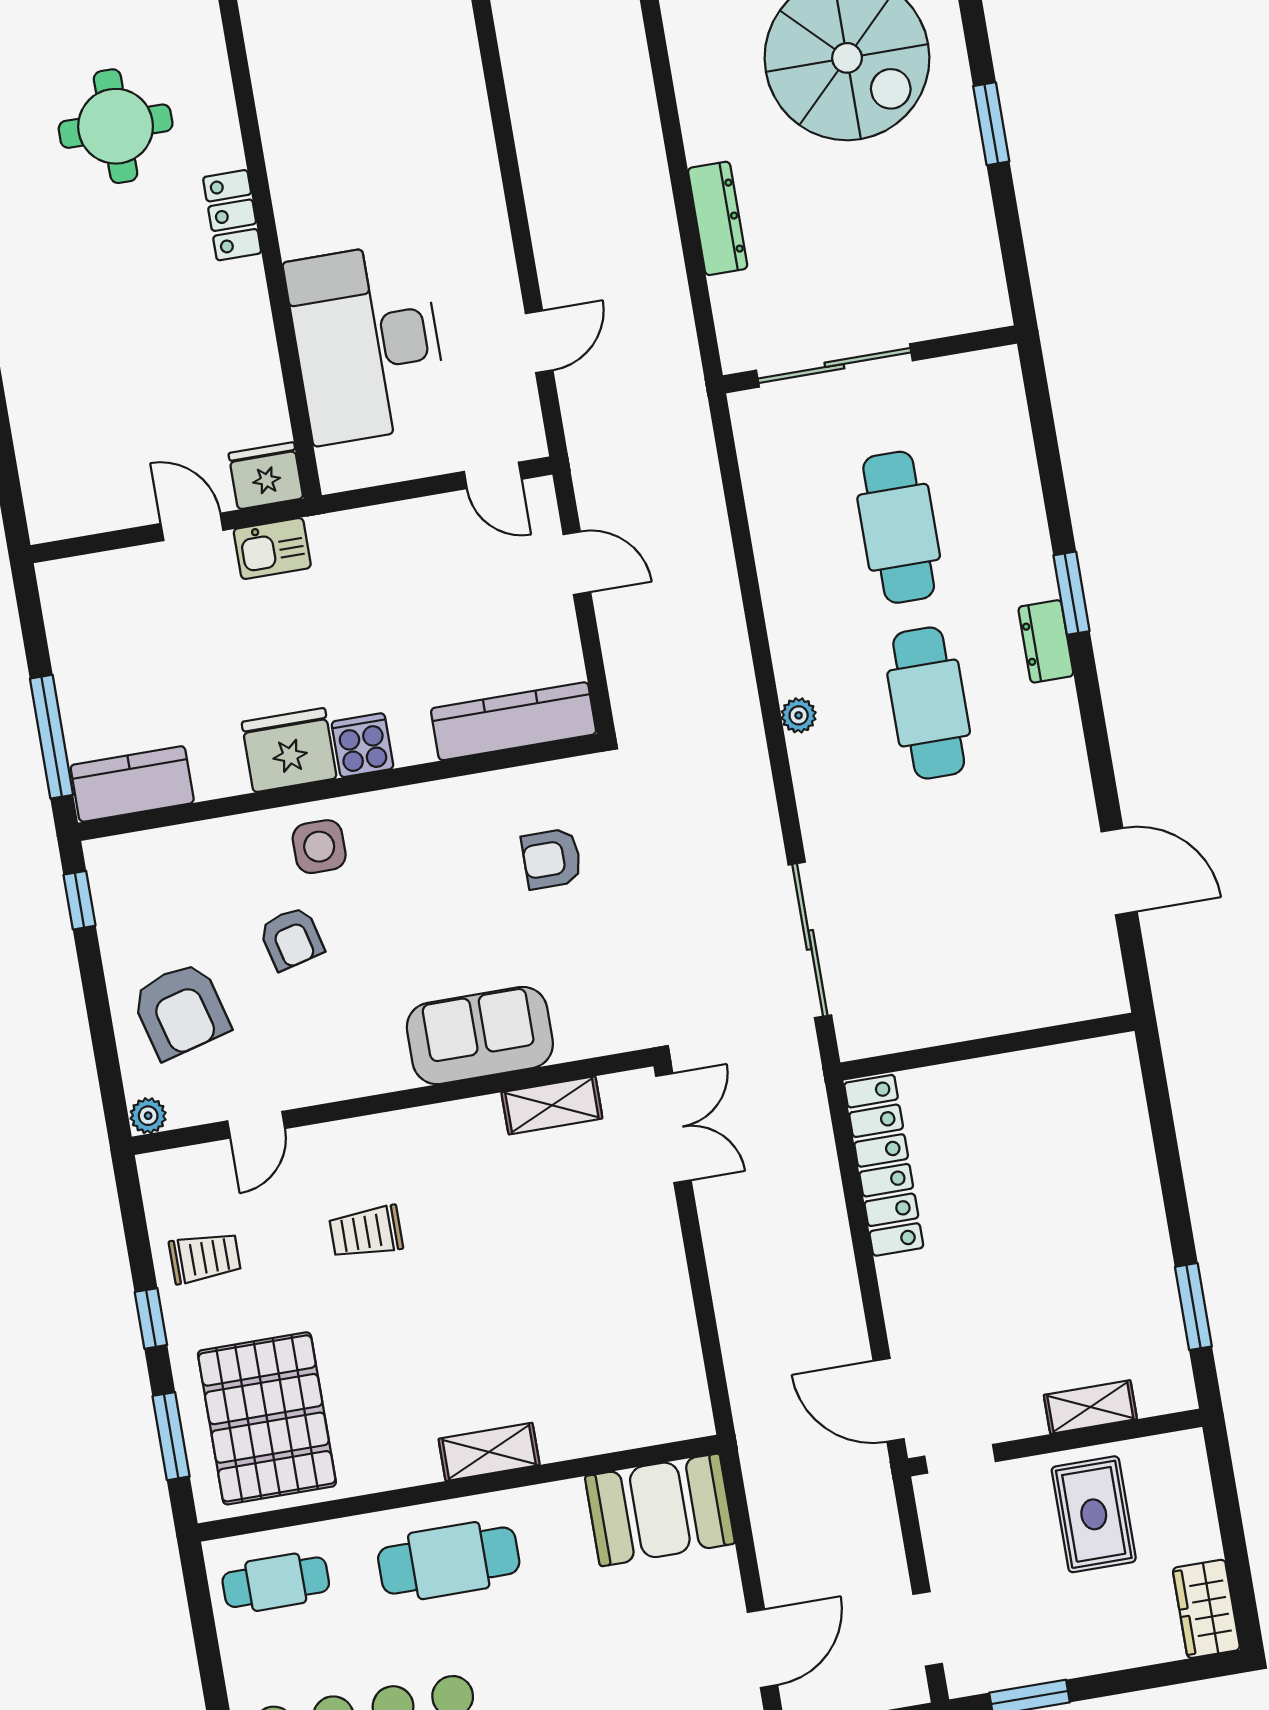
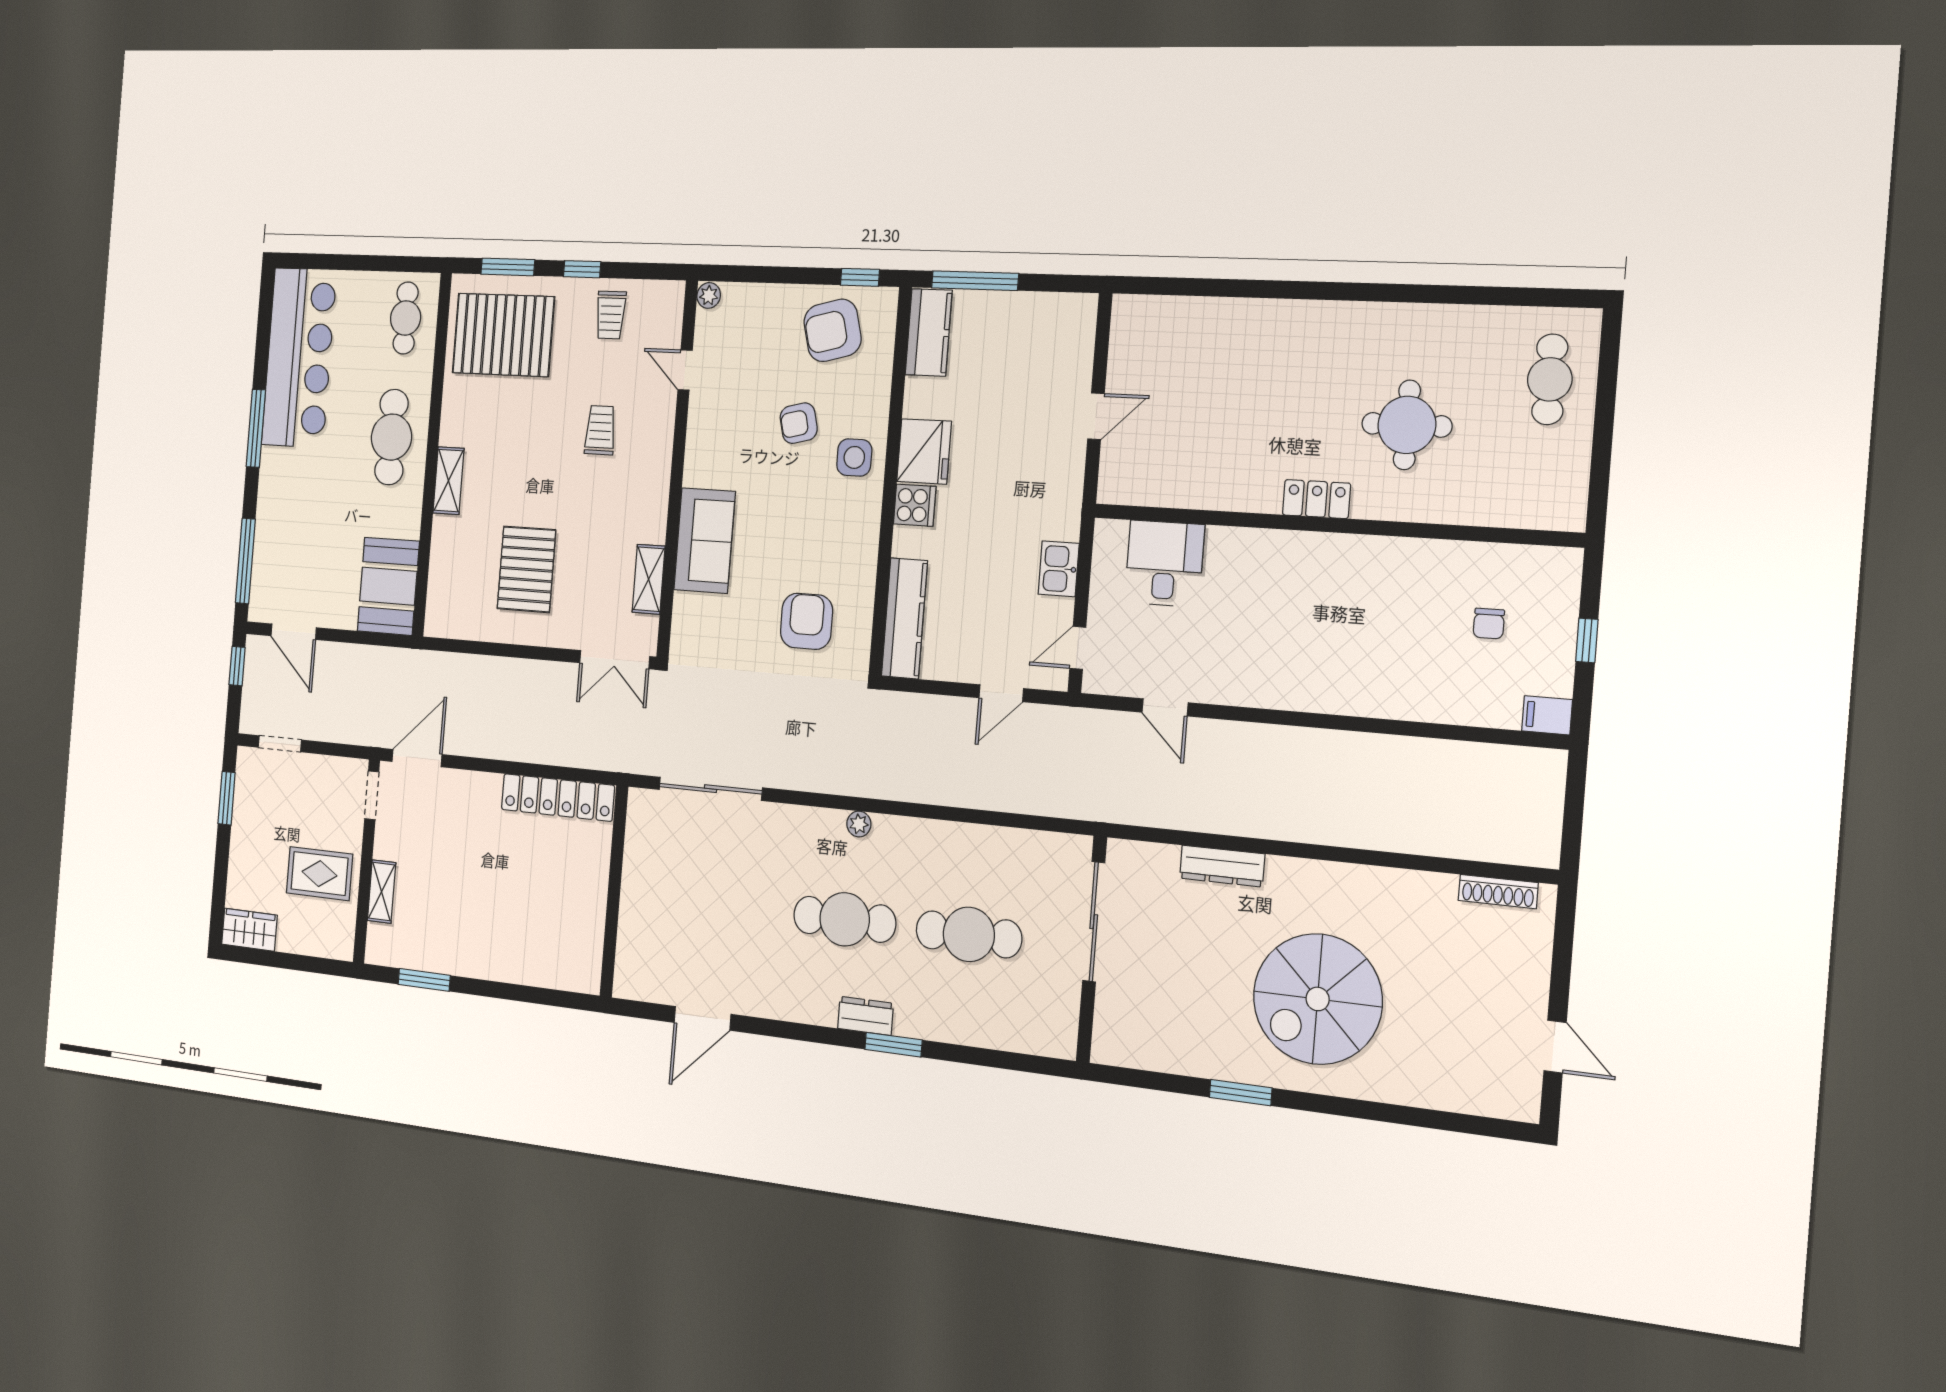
desk: (367, 343) -> (1164, 564), width x0.53, depth x0.77
fridge: (266, 476) -> (1119, 480), removed
kitchen sink: (272, 548) -> (1059, 569), moved
armchair: (552, 859) -> (806, 621), width x1.38, depth x1.38
armchair: (181, 1010) -> (833, 330), moved
pallet: (583, 1296) -> (526, 569), added

